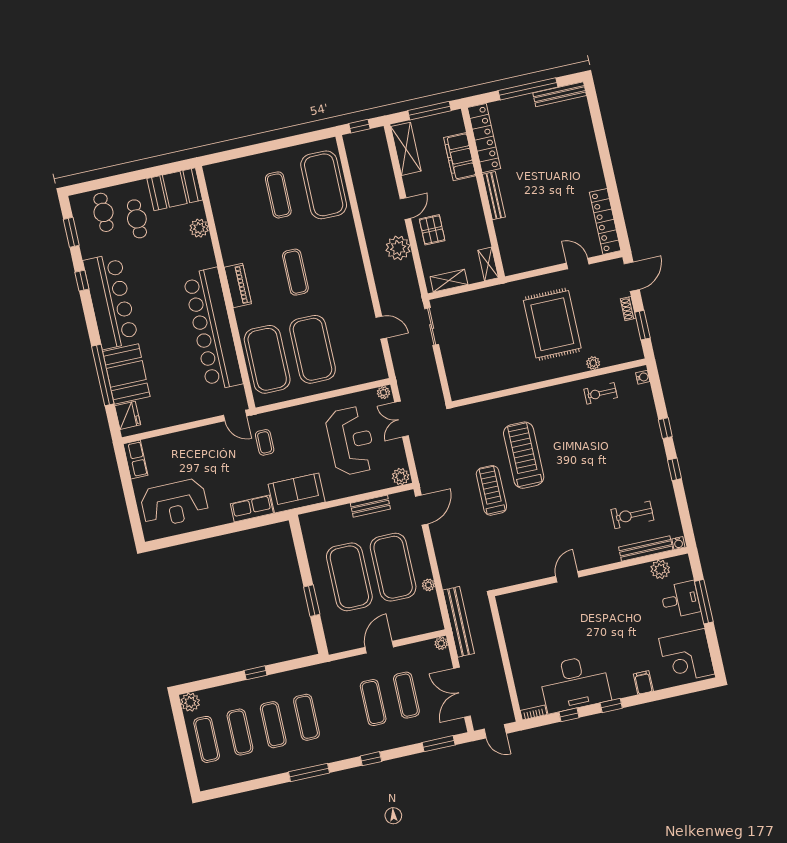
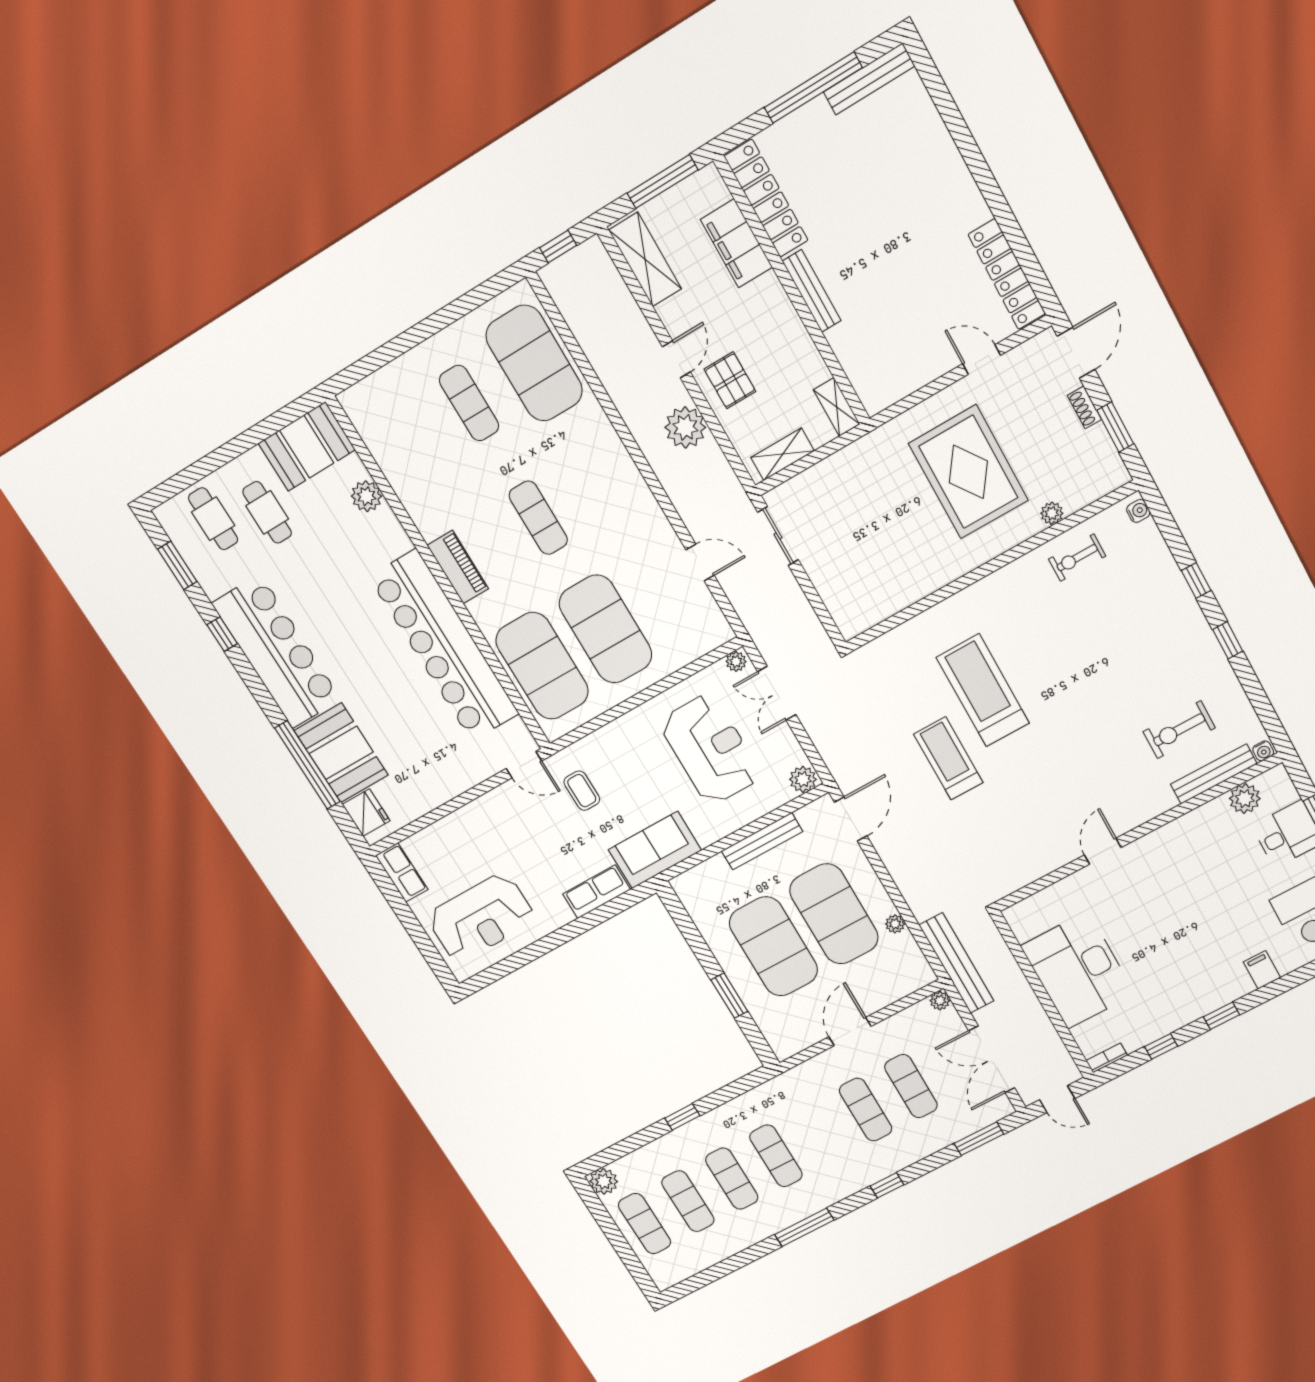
bench: (370, 506) -> (762, 841), width x1.36
desk: (575, 683) -> (1078, 970), moved, turned 90

